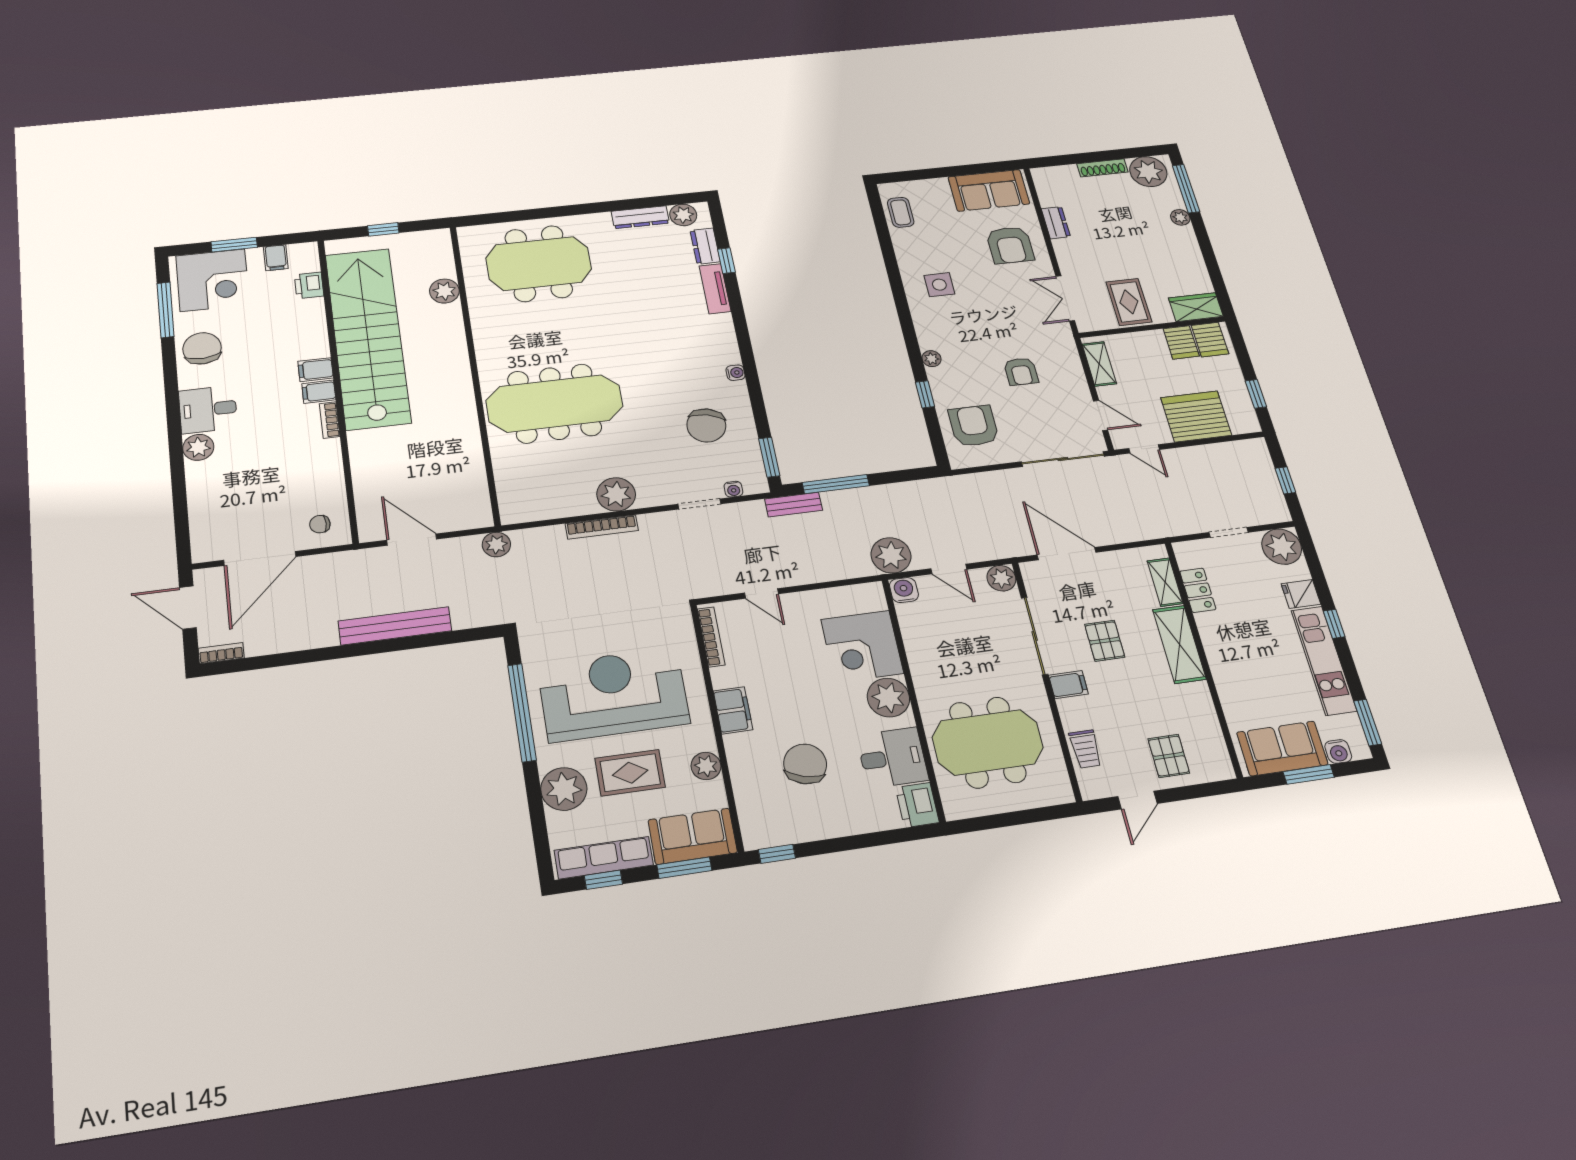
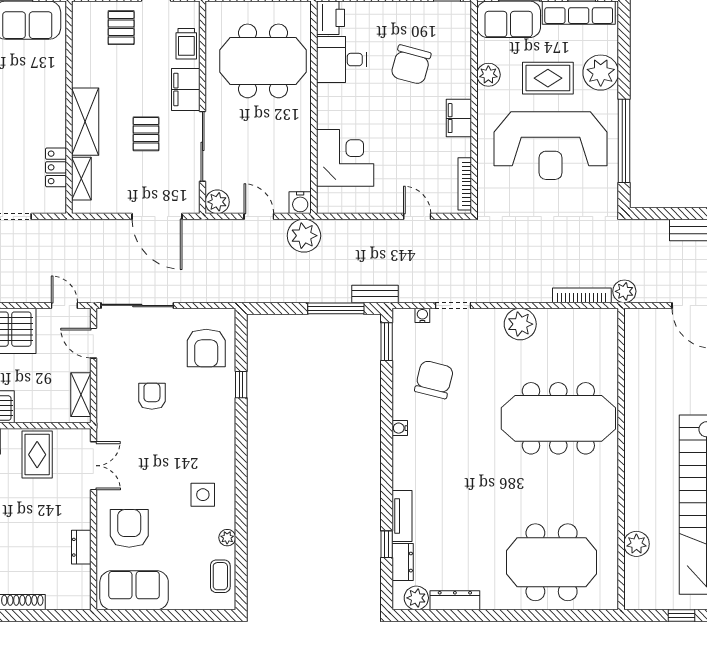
plant: (932, 359) -> (227, 538), moved
bookcase: (602, 527) -> (582, 295), moved
filing cabinet: (1068, 685) -> (186, 89), width x2.00
plant: (888, 698) -> (334, 111), removed
trolley: (1085, 749) -> (186, 44), turned 180

